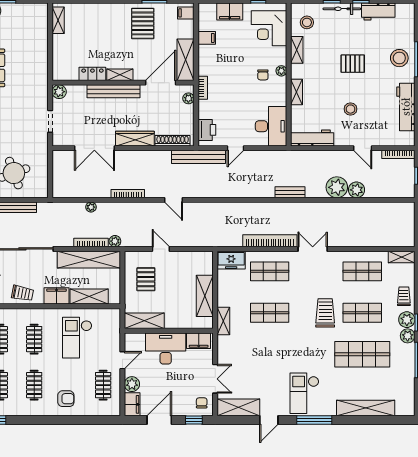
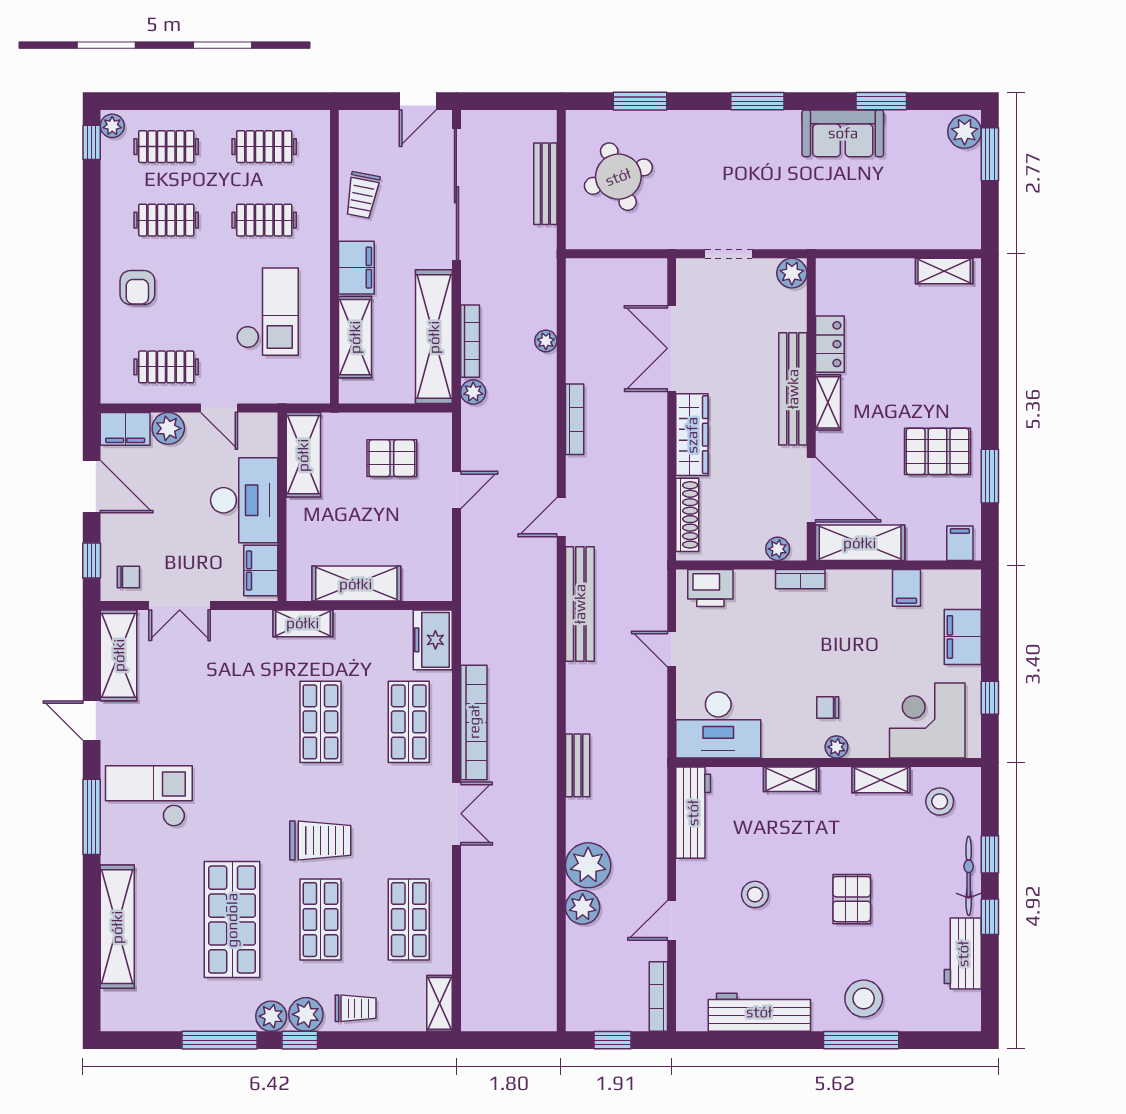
bench: (199, 157) -> (580, 604), moved
checkout: (77, 338) -> (267, 312), turned 90

